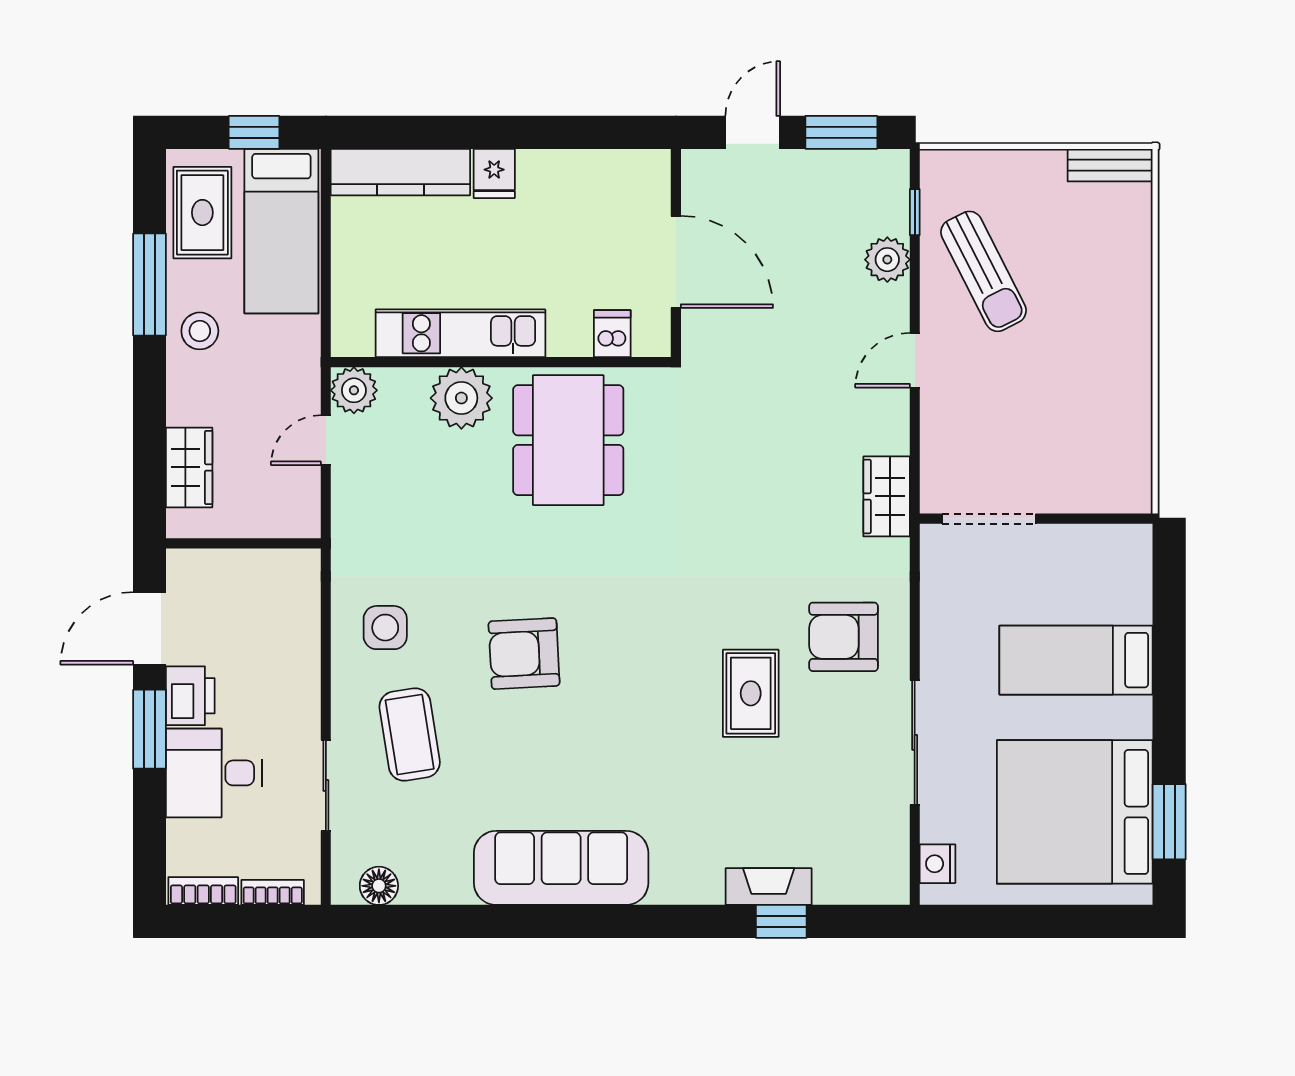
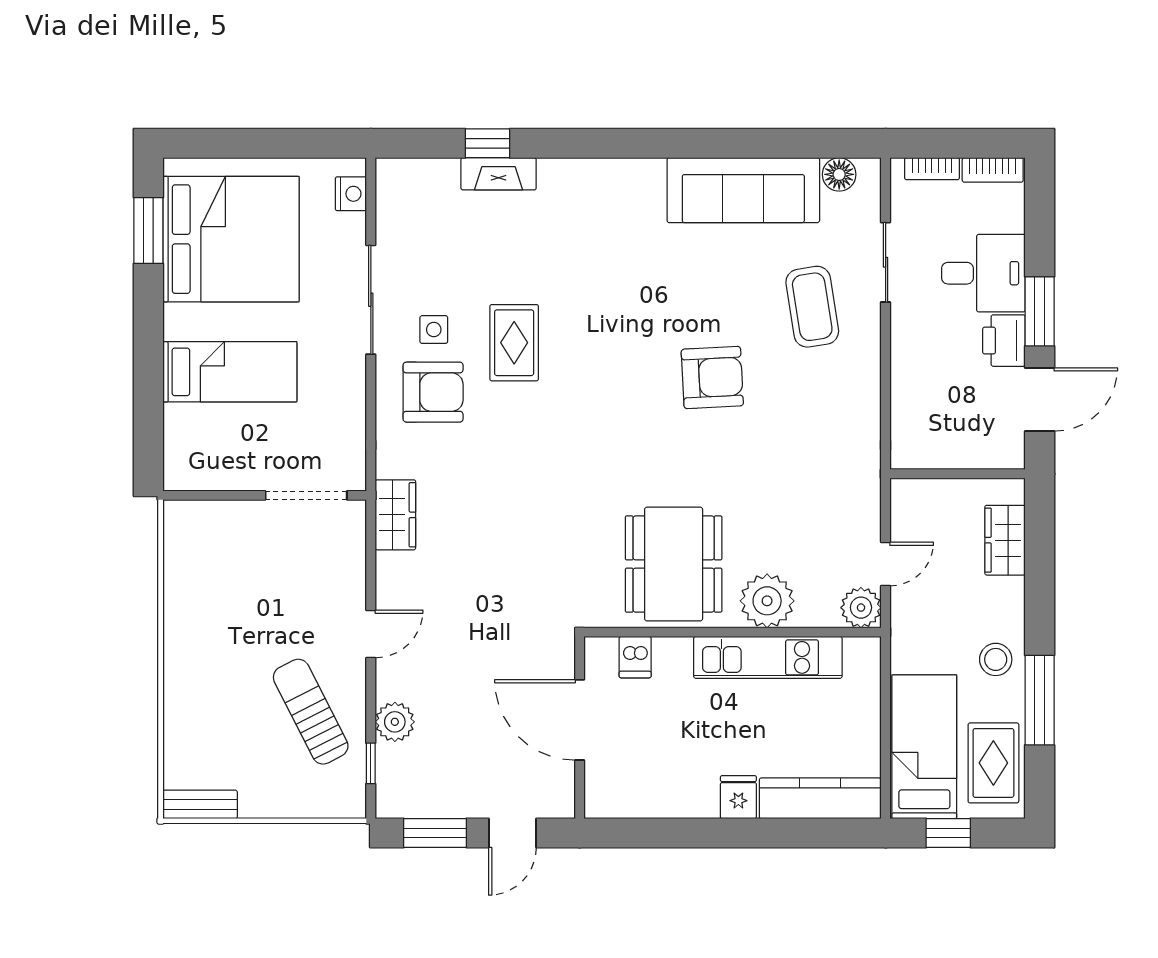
side table: (385, 628) -> (434, 330), moved, width x0.73, depth x0.73
sofa: (561, 868) -> (743, 190), moved

